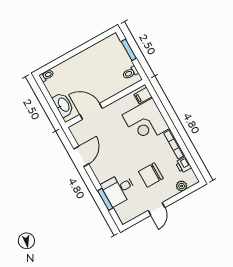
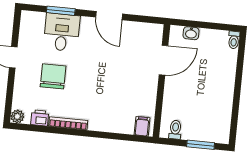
washbasin: (63, 105) -> (191, 33), width x0.52, depth x0.69
corner desk: (146, 122) -> (113, 110), removed
door: (81, 156) -> (109, 16), moved
plant: (182, 186) -> (17, 116), moved

